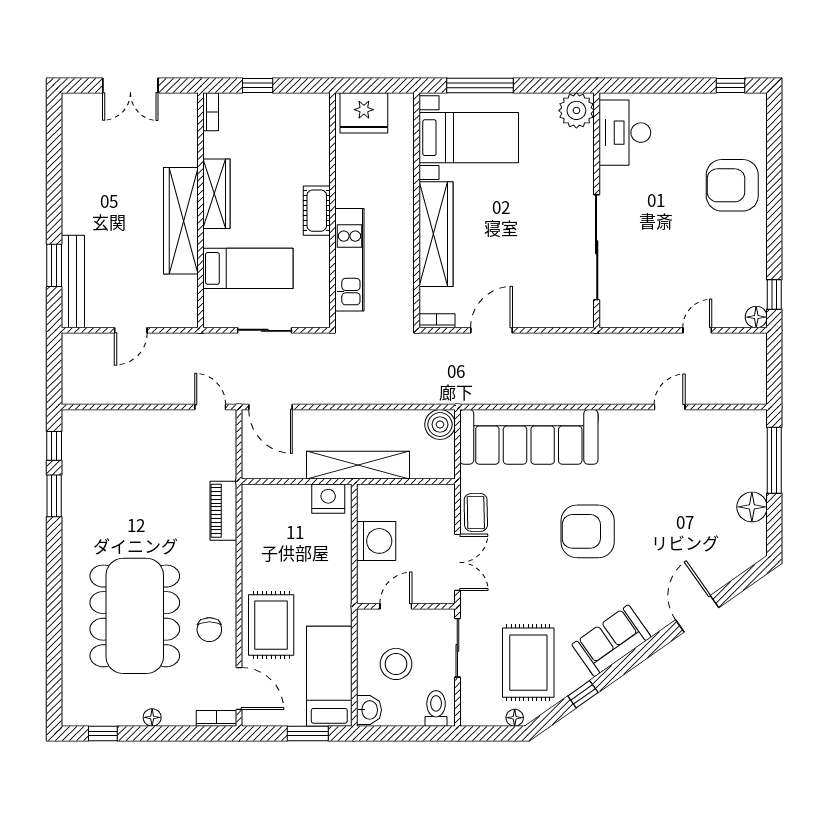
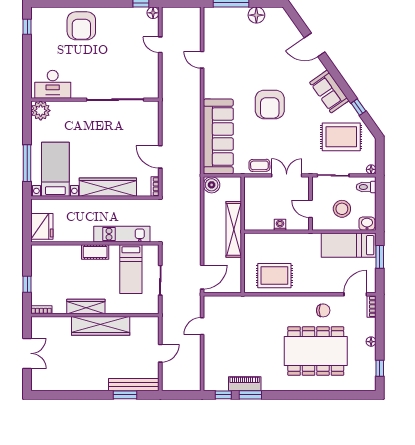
bed: (248, 268) -> (131, 269), moved, turned 180
door: (131, 330) -> (160, 353), hinge flipped
door: (210, 407) -> (202, 326), moved
nightstand: (328, 499) -> (252, 246), removed
piano: (223, 511) -> (245, 384), moved, turned 180
washing machine: (376, 541) -> (280, 225), width x0.53, depth x0.53
rug: (271, 625) -> (274, 276), moved
floor lamp: (515, 718) -> (371, 169), moved

